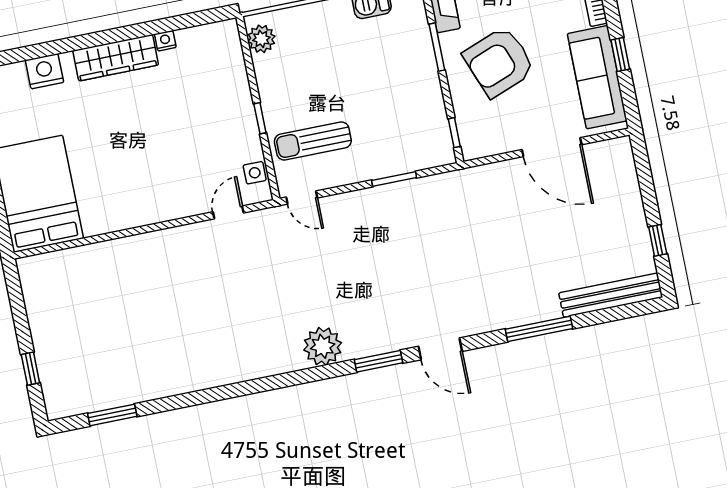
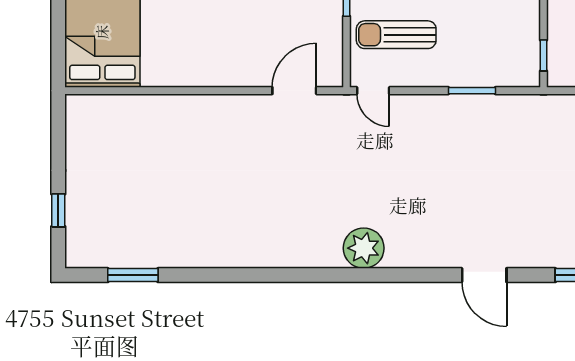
side table: (255, 173) -> (330, 55), removed
door: (228, 212) -> (294, 91), width x1.38
window: (379, 361) -> (418, 275), removed

